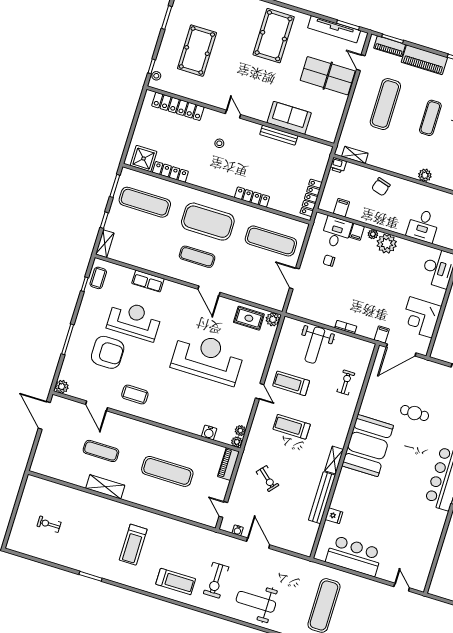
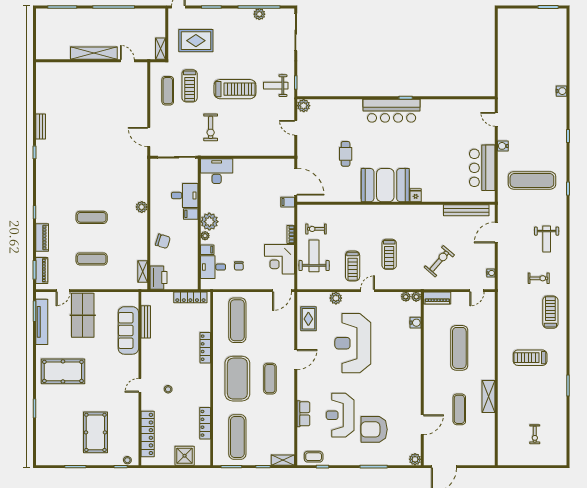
pool table: (197, 51) -> (95, 432), turned 90
piano: (424, 60) -> (42, 237), width x0.73, depth x0.75
exercise mat: (385, 104) -> (92, 259), width x0.73, depth x0.69
sofa: (289, 118) -> (128, 330), width x1.36
bench: (279, 135) -> (146, 322), moved
shower: (144, 159) -> (185, 456), moved
printer: (338, 165) -> (159, 278), width x1.87, depth x1.48
filing cabinet: (341, 208) -> (191, 214), moved
door: (294, 278) -> (282, 291), moved
corner desk: (421, 317) -> (280, 259), moved, turned 90
plant: (273, 319) -> (336, 298), moved
weight bench: (315, 345) -> (314, 256), turned -90
armchair: (108, 352) -> (374, 429), turned -90
exercise bike: (346, 382) -> (316, 229), moved
coffee table: (135, 394) -> (403, 395), removed
shelving: (334, 460) -> (406, 210), removed
exercise bike: (268, 479) -> (439, 261), width x1.38, depth x1.39
bench: (322, 498) -> (466, 210), moved
fridge: (334, 516) -> (416, 195), moved
door: (258, 543) -> (496, 232), moved
treadmill: (133, 545) -> (530, 358), turned 180
exercise bike: (216, 580) -> (539, 278), width x0.73, depth x0.72
water cooler: (371, 585) -> (503, 146), added
door: (402, 587) -> (496, 119), hinge flipped
weight bench: (256, 602) -> (547, 239), width x0.73, depth x0.75

